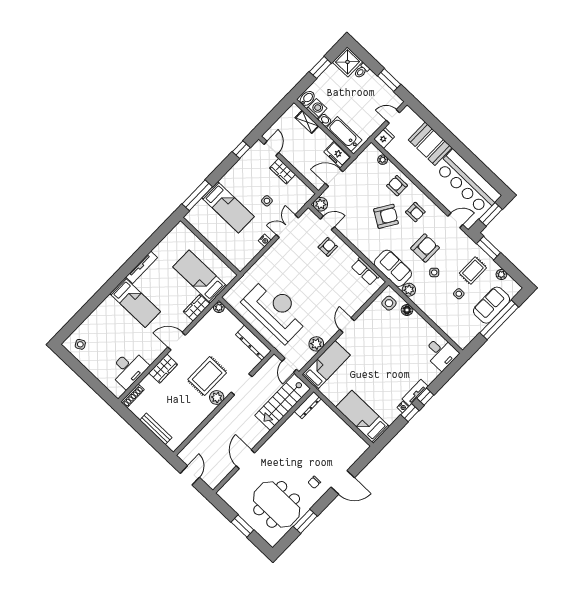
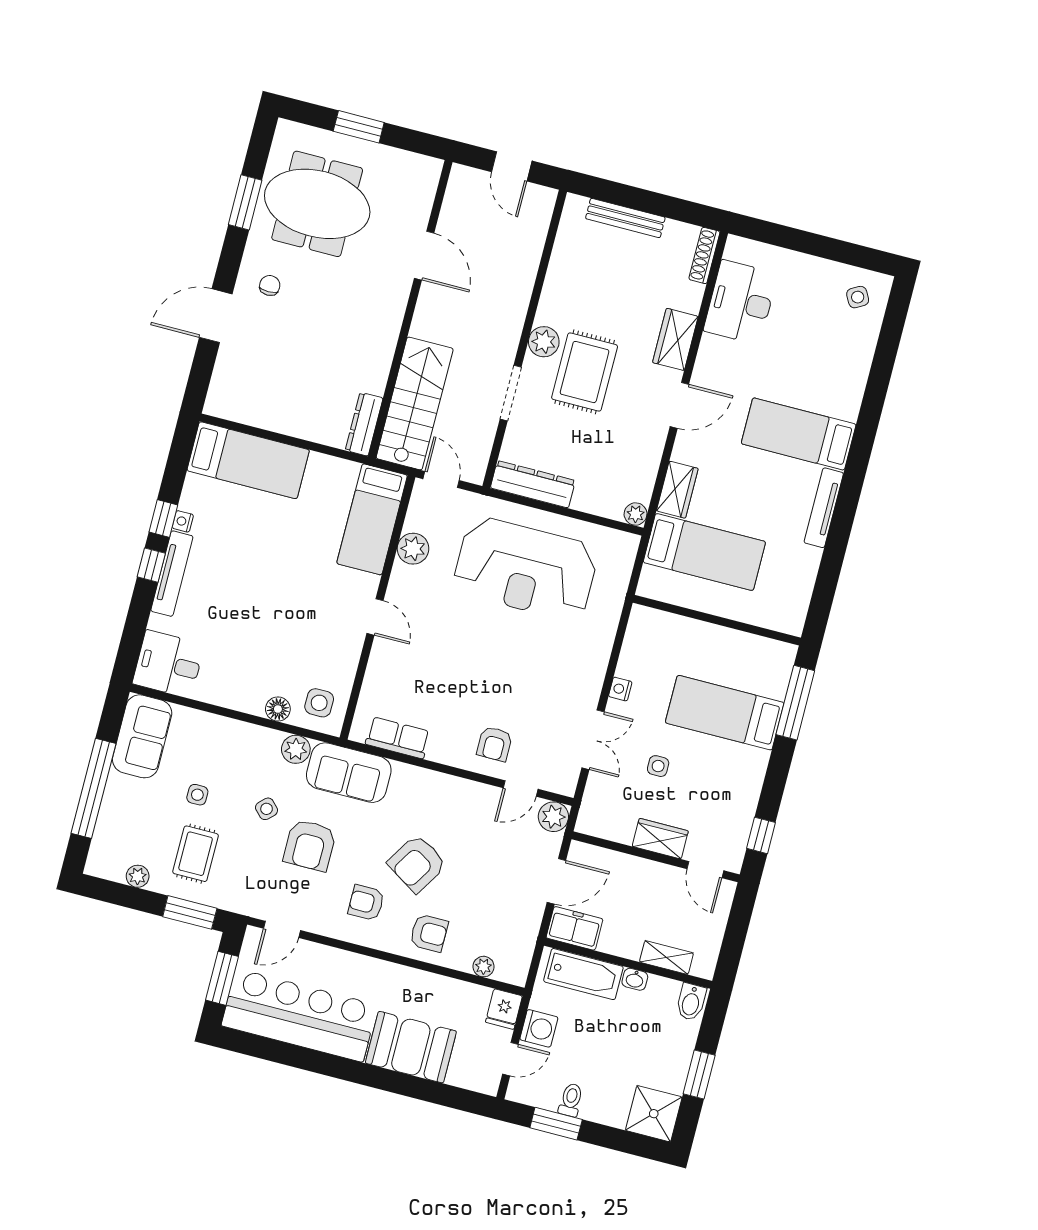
toilet: (362, 71) -> (571, 1100), moved
washing machine: (317, 109) -> (539, 1028), moved, turned -90
sofa: (492, 305) -> (142, 736), moved
tv unit: (415, 393) -> (172, 574), width x1.41

